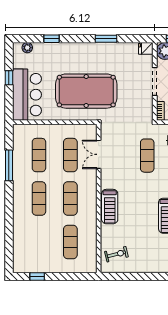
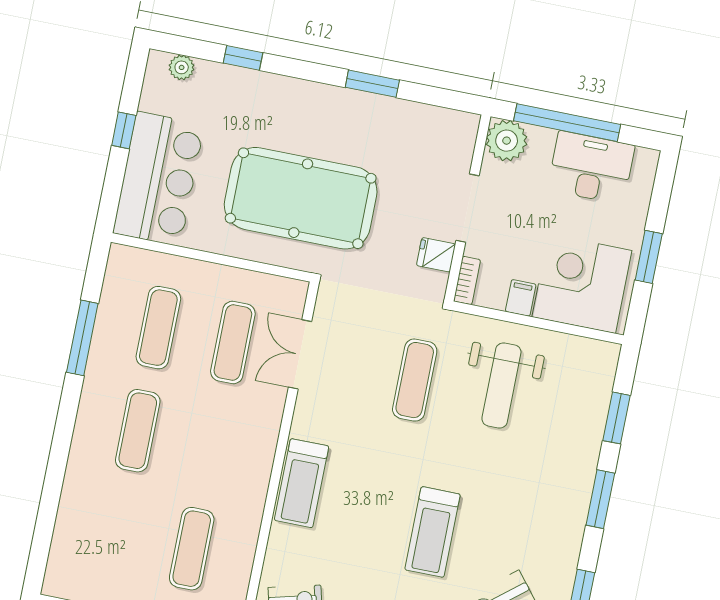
fridge: (146, 48) -> (436, 255), moved
exercise mat: (70, 199) -> (212, 446), removed

